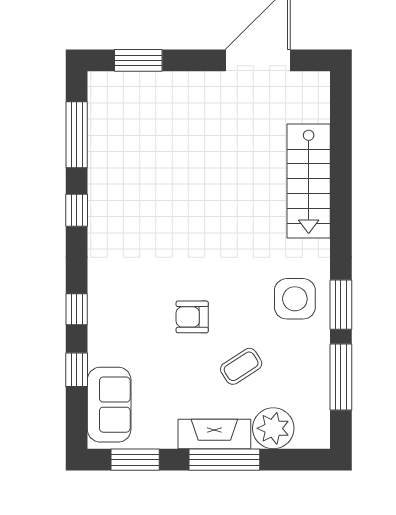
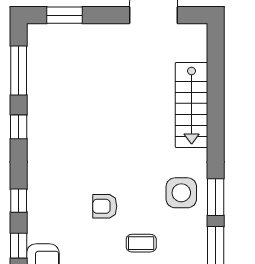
coffee table: (241, 366) -> (141, 243), turned 33

